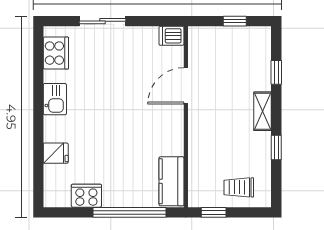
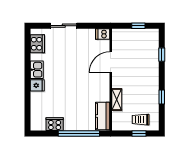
shelving: (263, 111) -> (117, 99), moved
fridge: (56, 153) -> (37, 85), moved
window: (214, 212) -> (139, 134), moved

